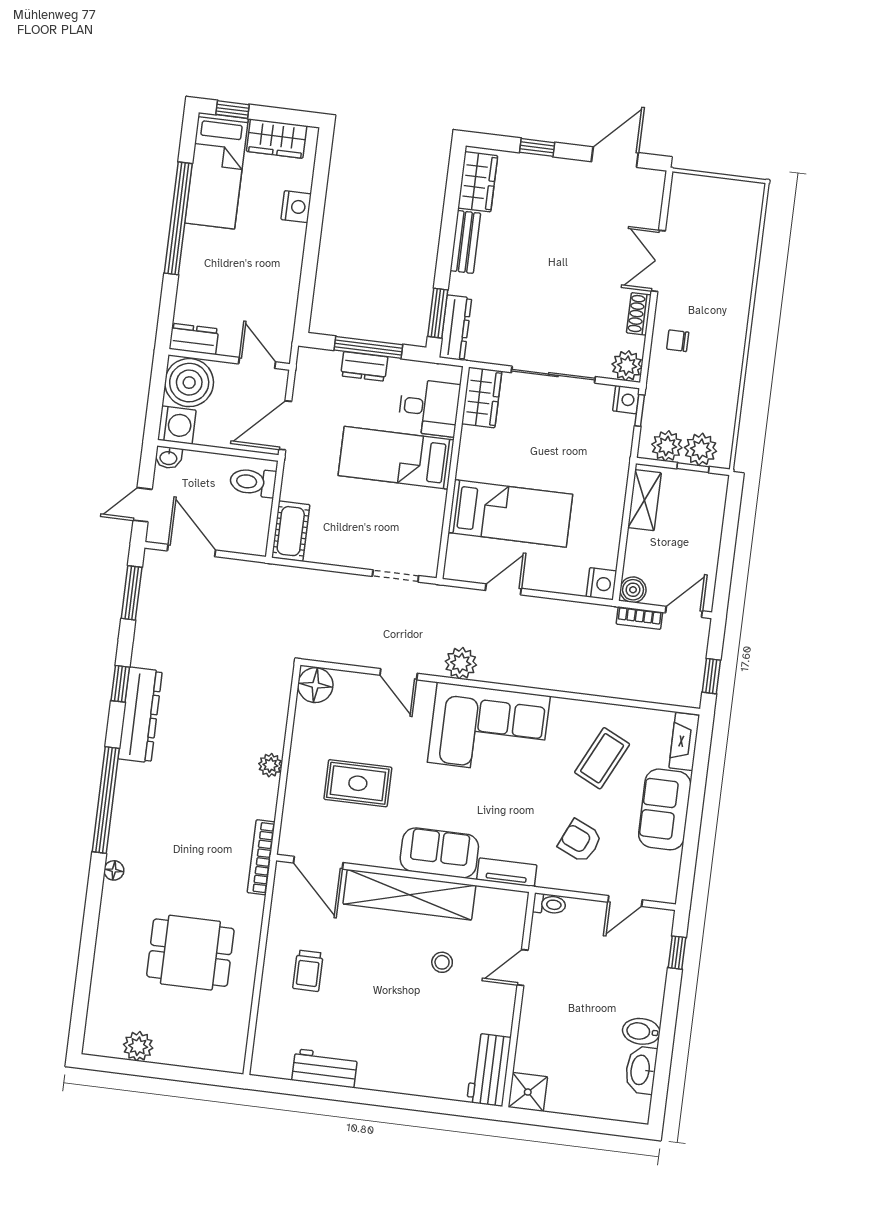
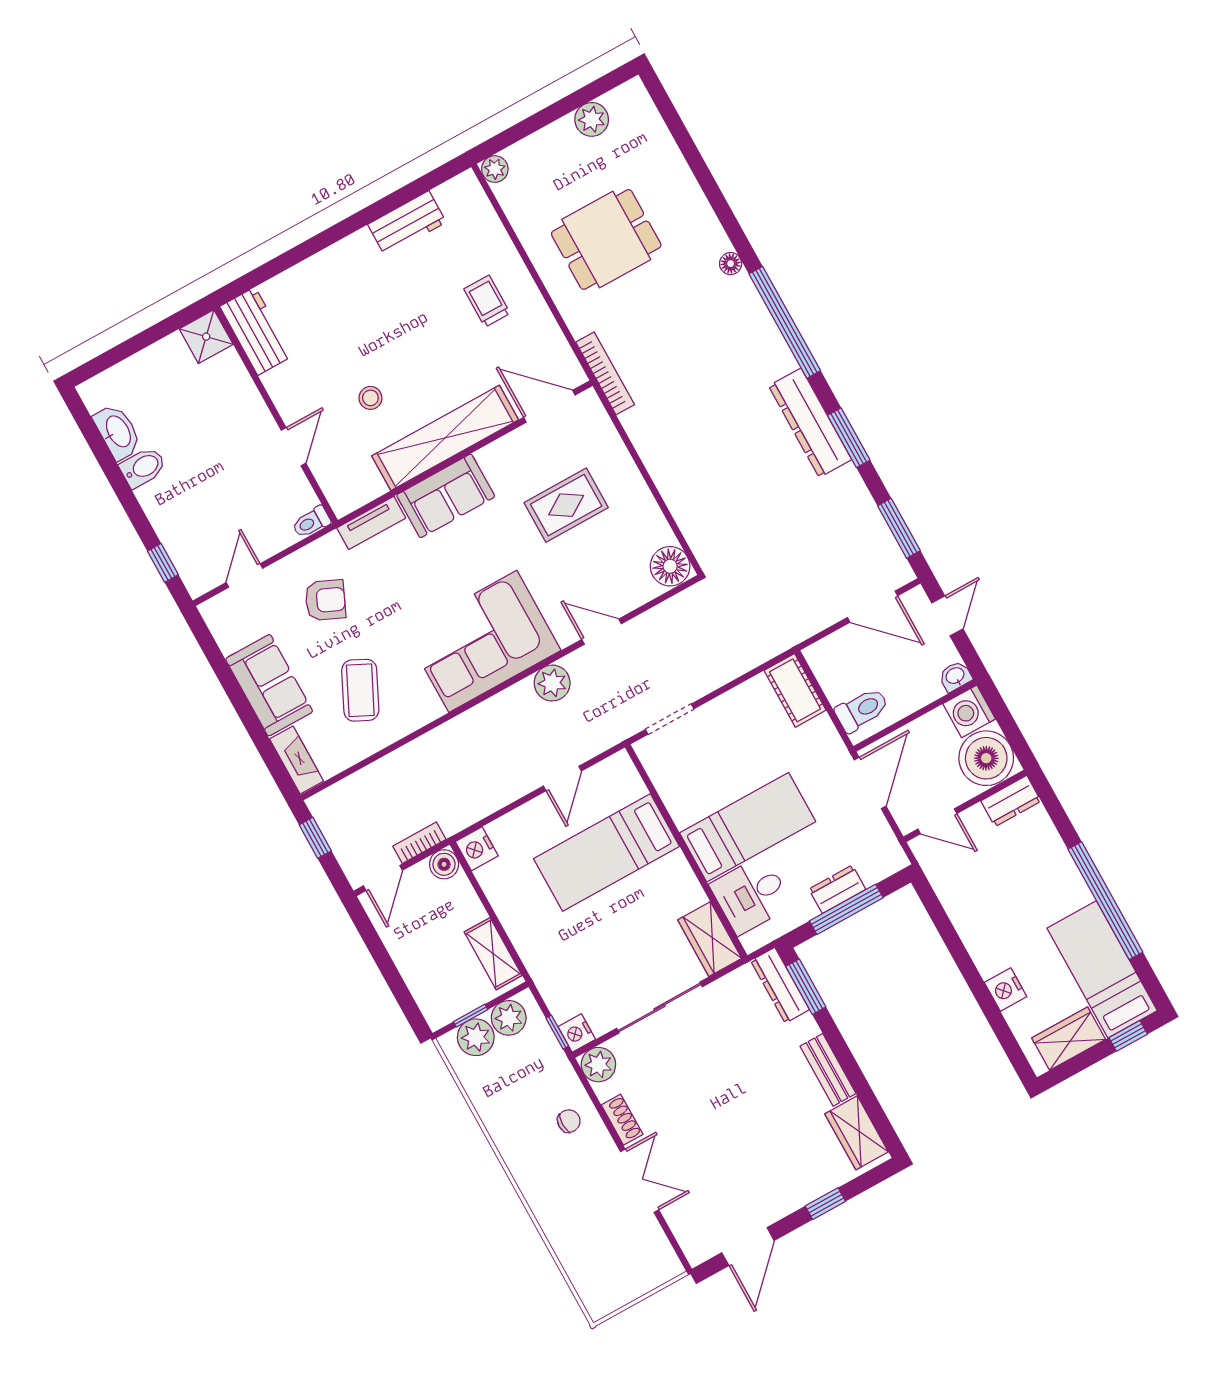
window: (120, 684) -> (849, 438), width x1.50
plant: (270, 765) -> (495, 169), moved

